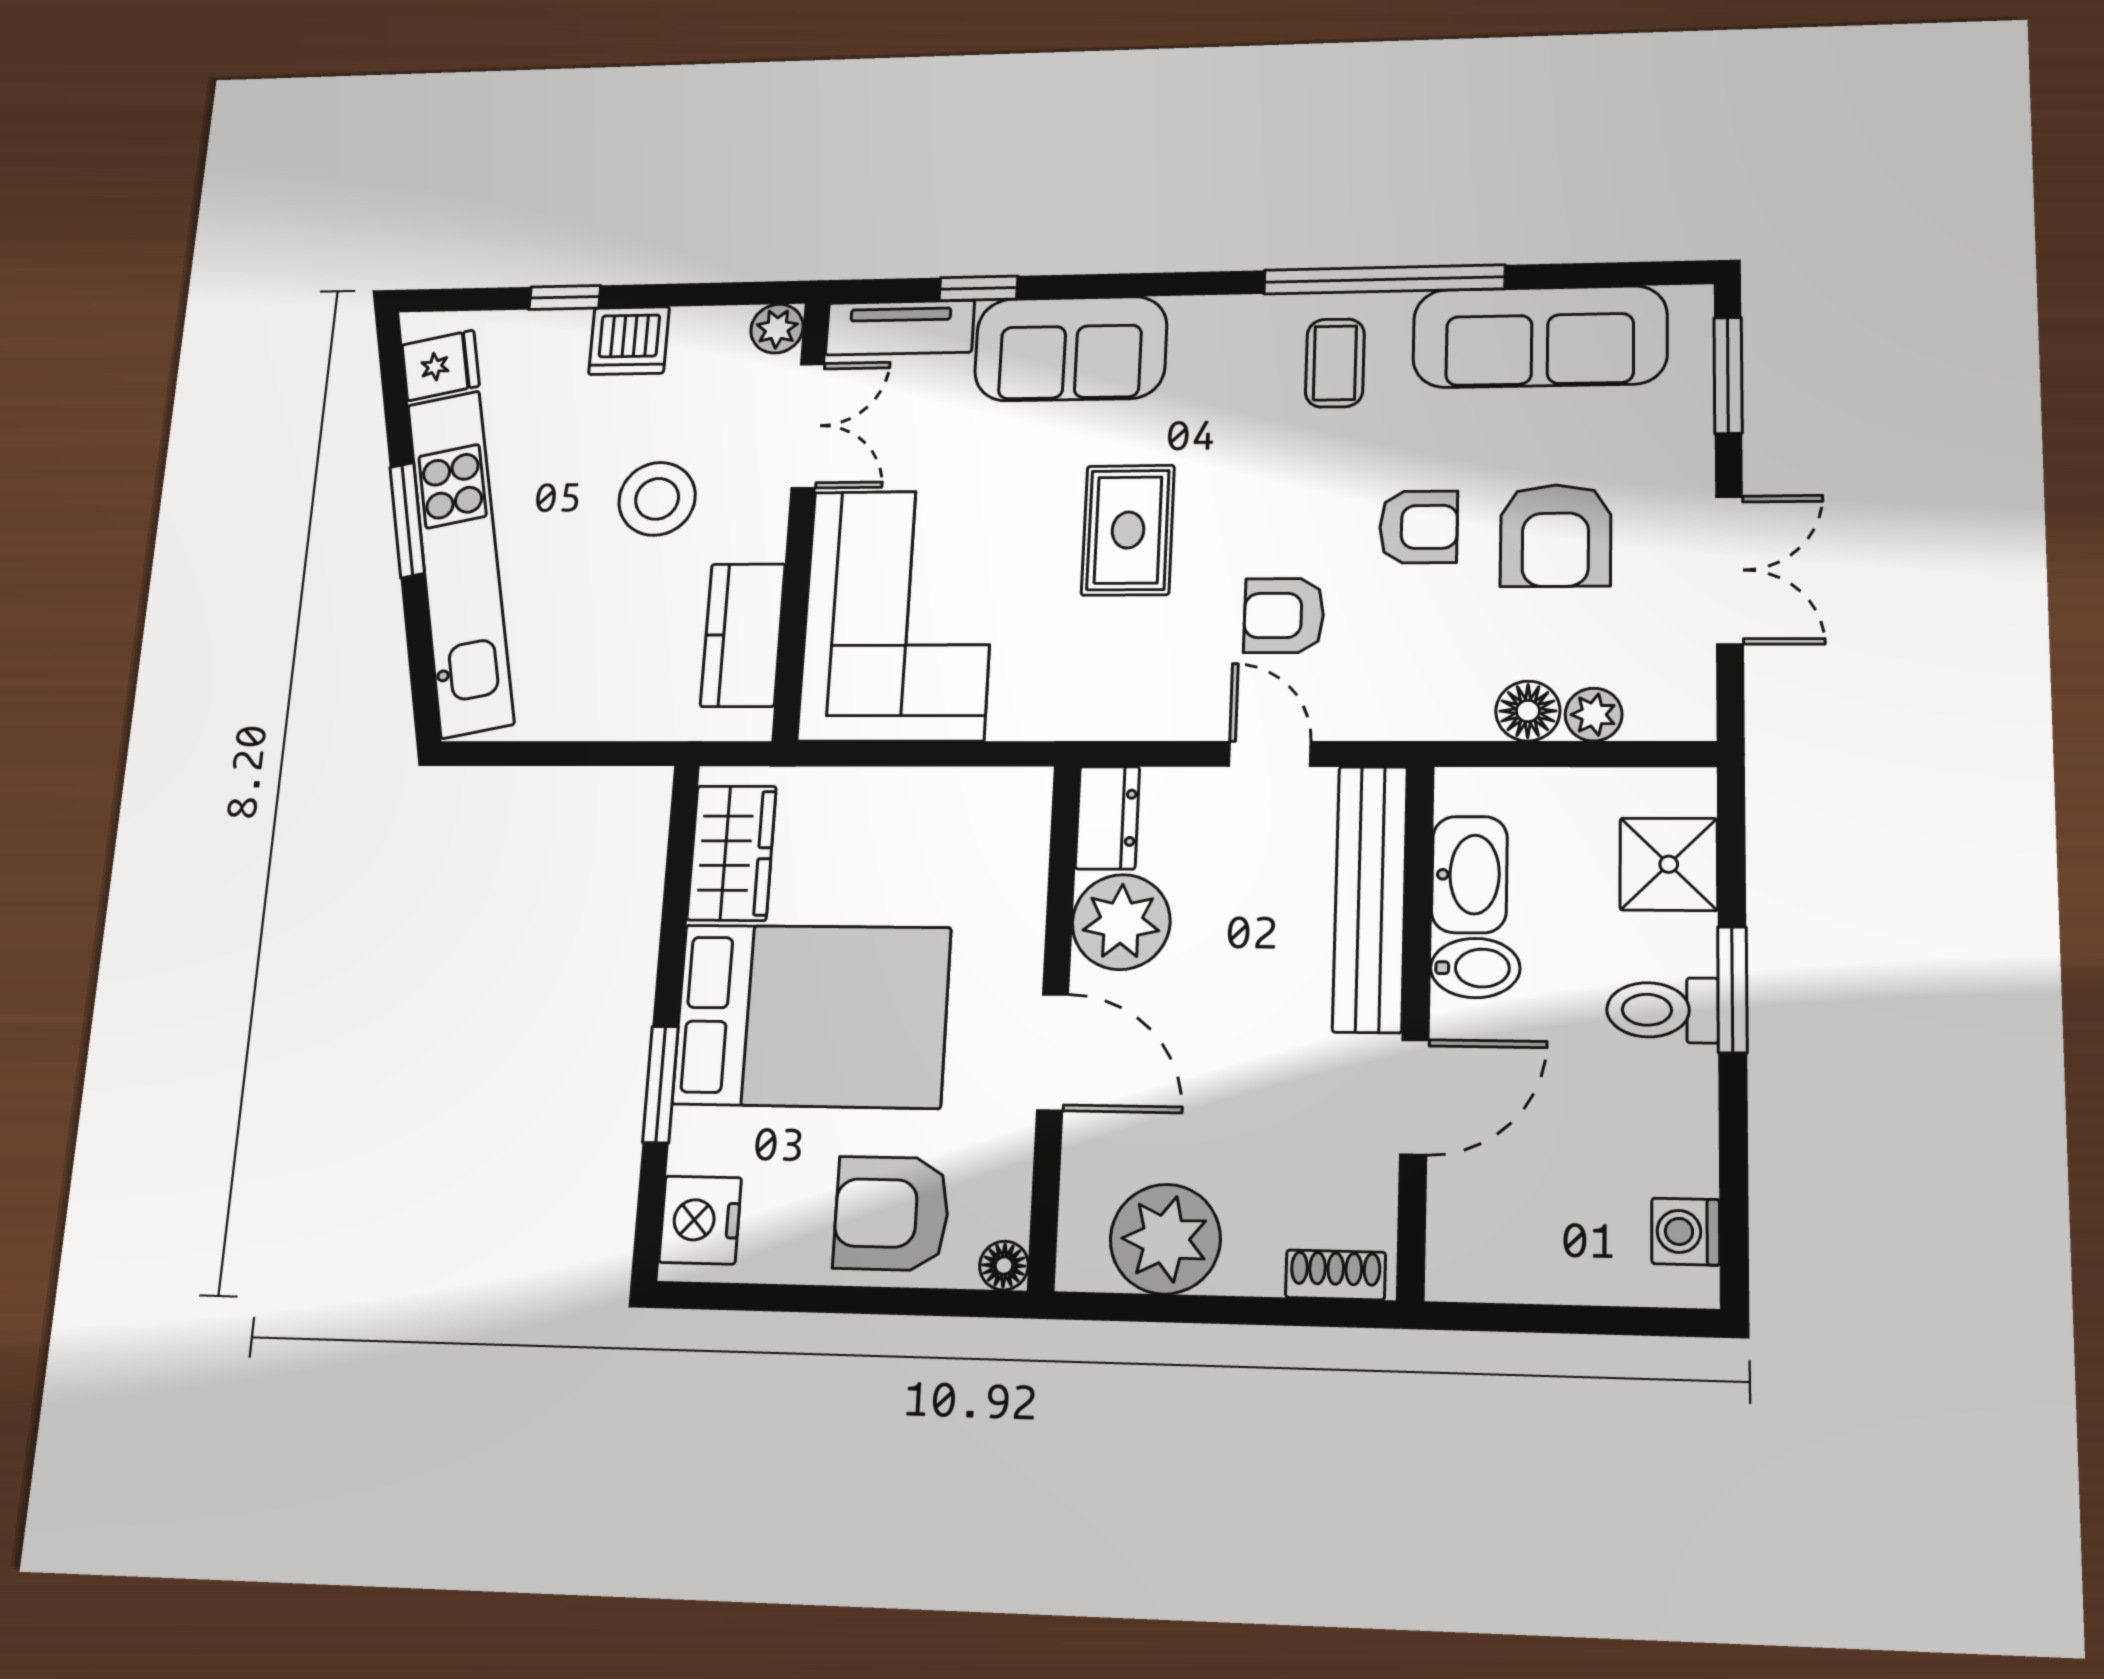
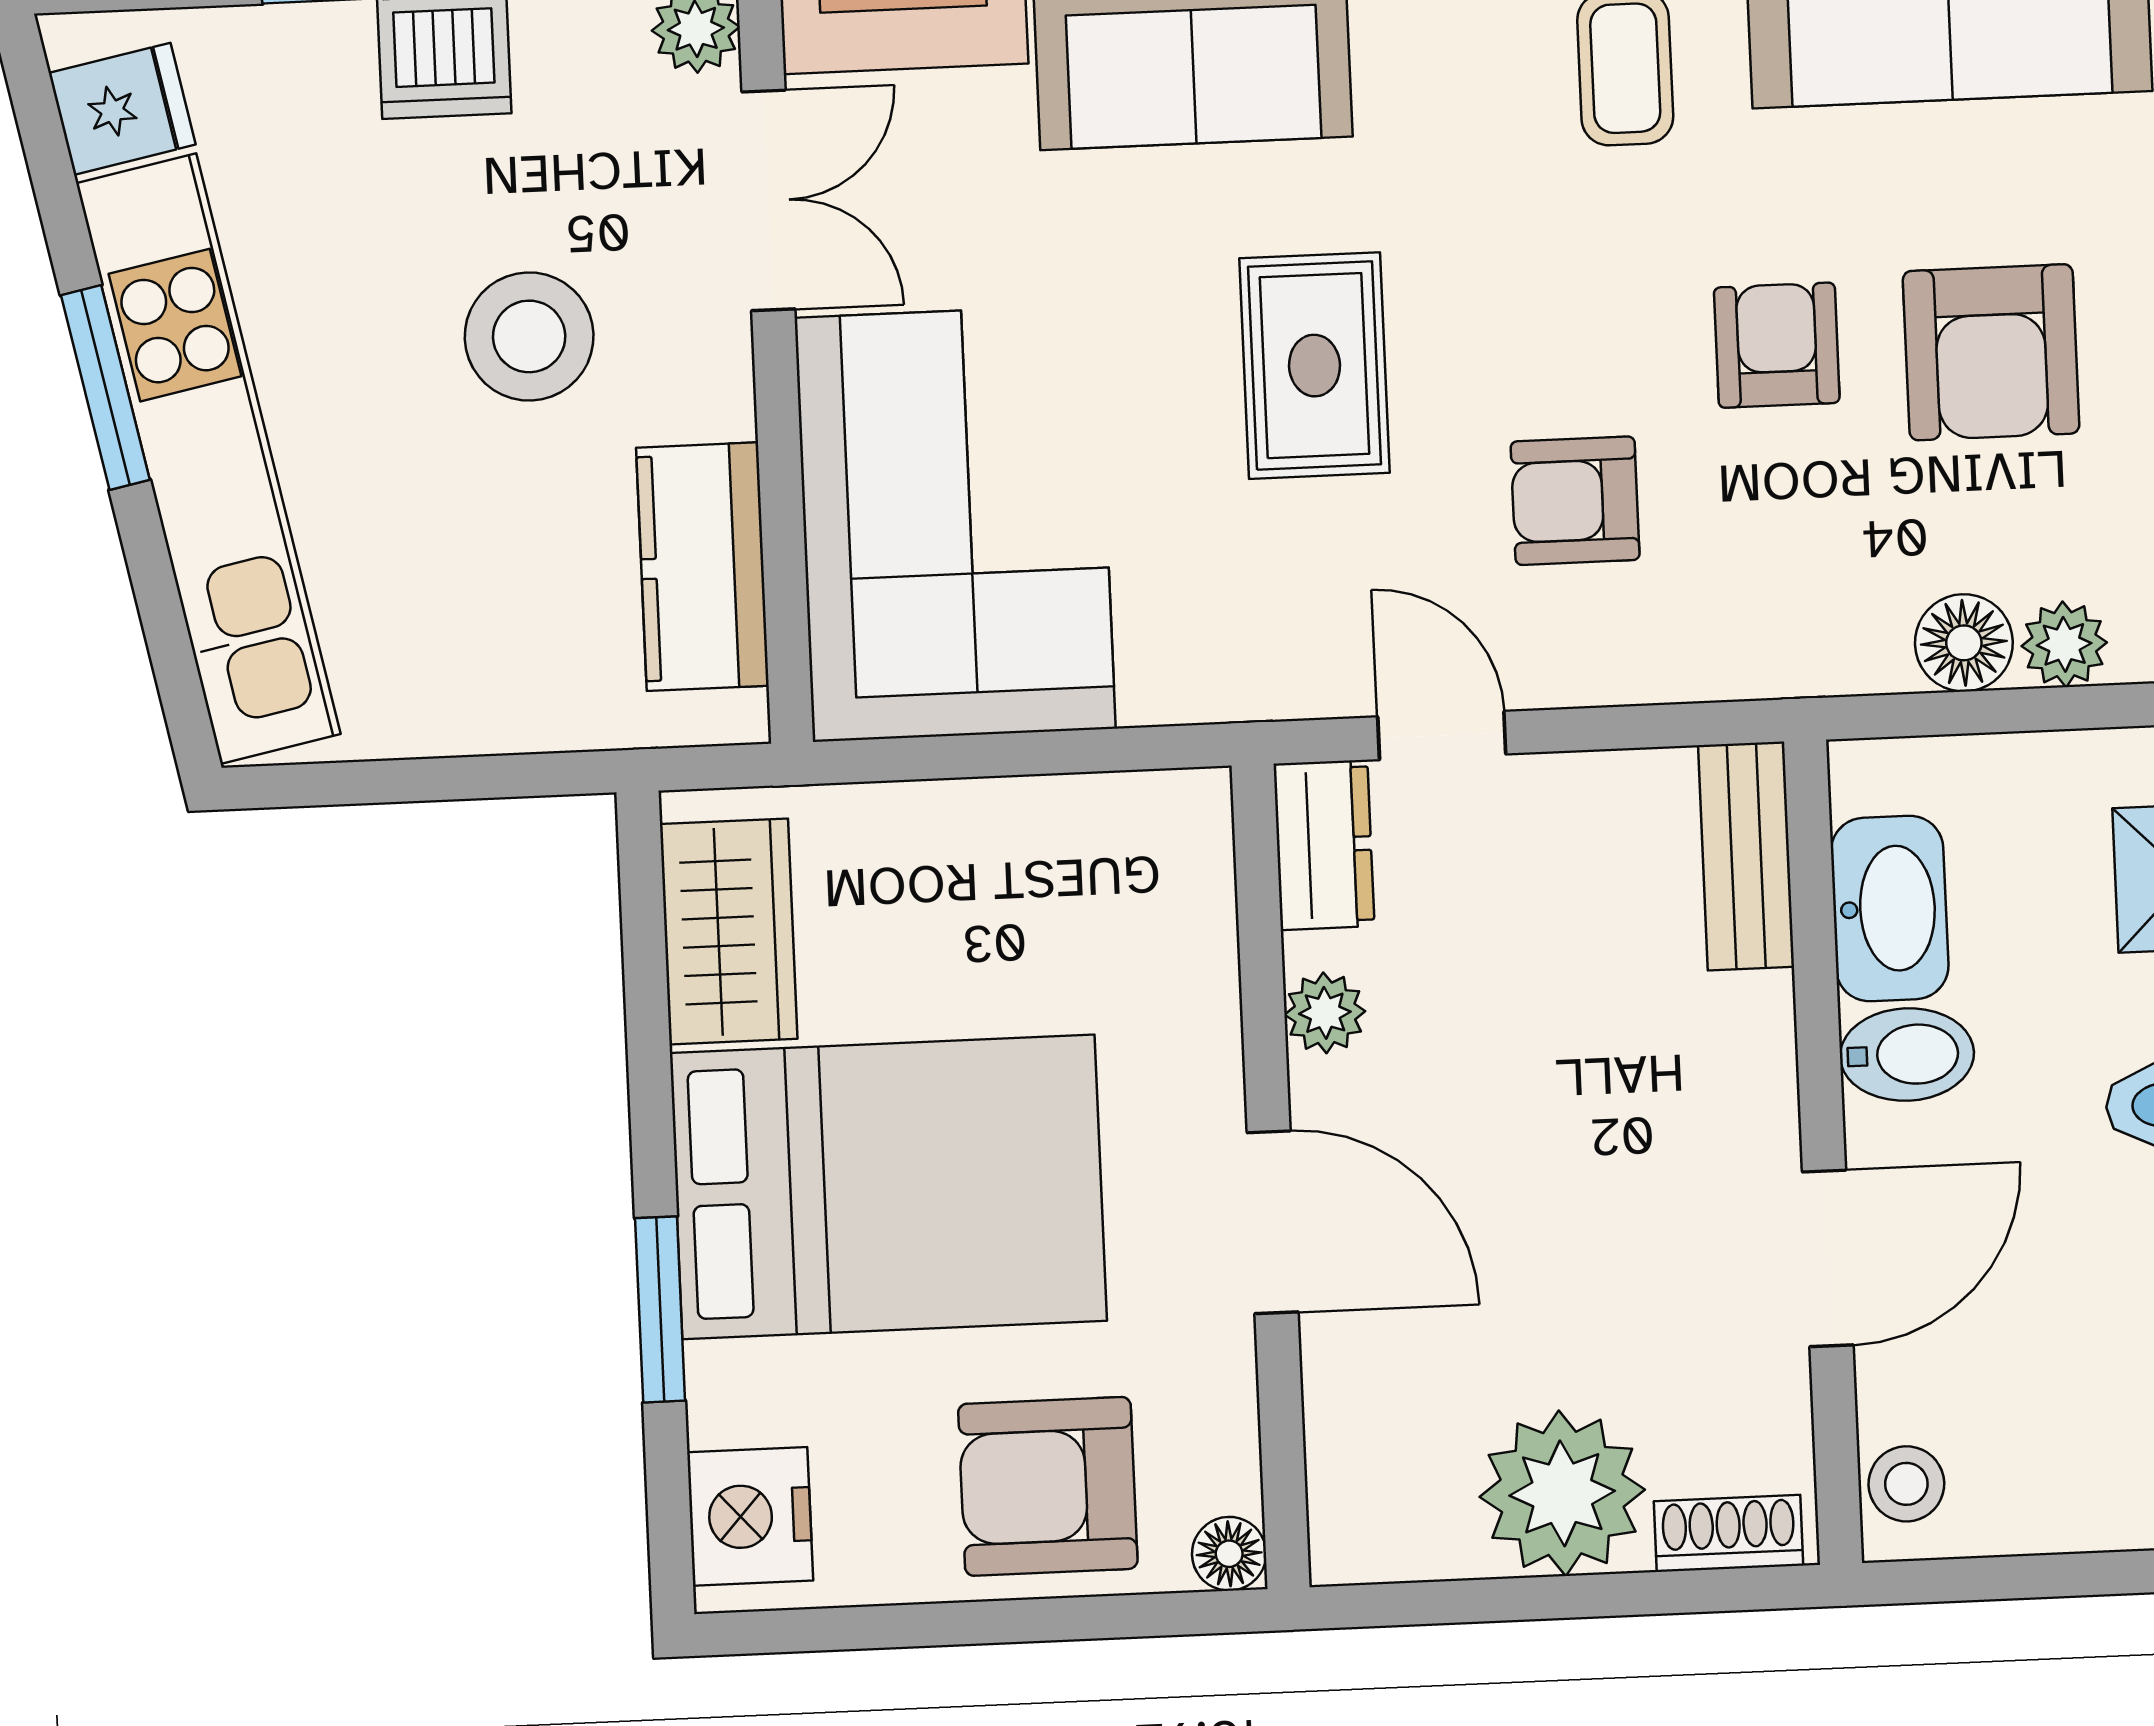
armchair: (1419, 527) -> (1777, 345), turned -90
door: (1270, 754) -> (1442, 735), moved
bench: (1370, 898) -> (1746, 856), width x0.54, depth x0.82
plant: (1121, 922) -> (1325, 1013), width x0.53, depth x0.53
plant: (1165, 1239) -> (1562, 1493), moved
stool: (1458, 1250) -> (1906, 1484), added

